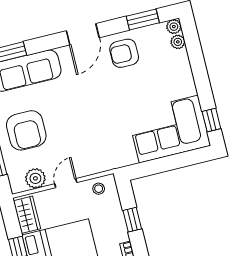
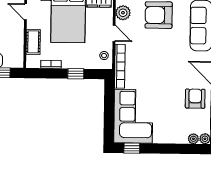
bookcase: (107, 164) -> (120, 66), added

